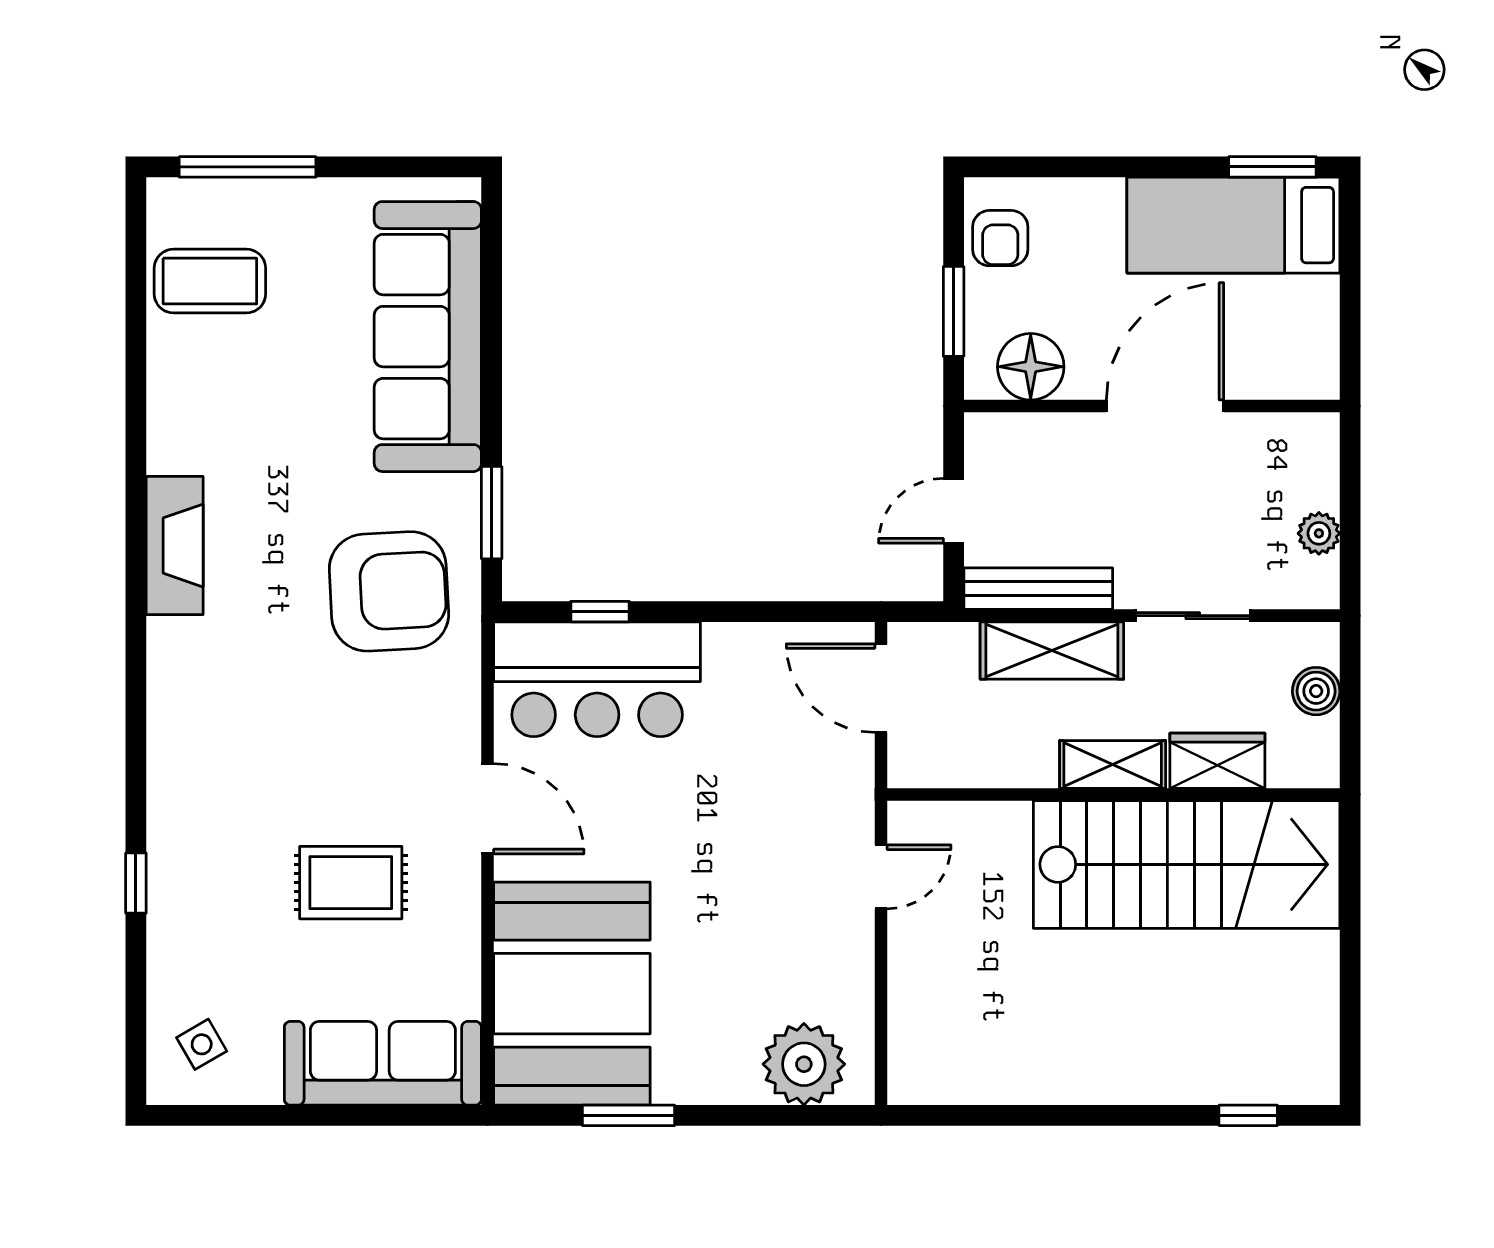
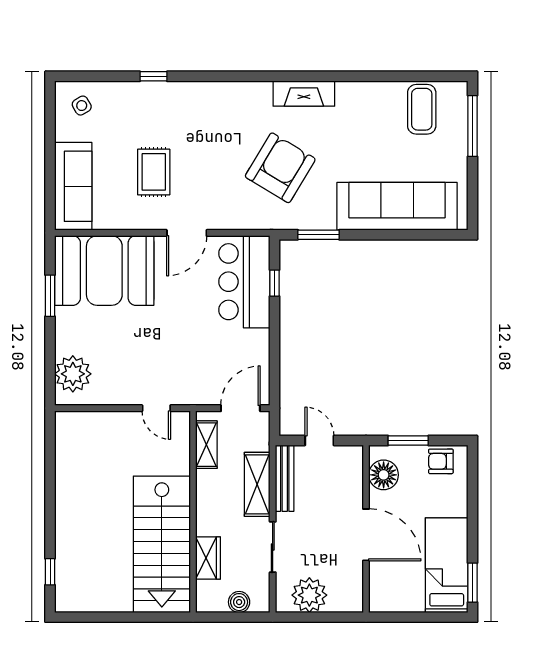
plant: (1319, 533) -> (309, 595), width x1.88, depth x1.88
armchair: (389, 591) -> (280, 168), moved, turned -146
shelving: (1113, 764) -> (206, 445), moved

